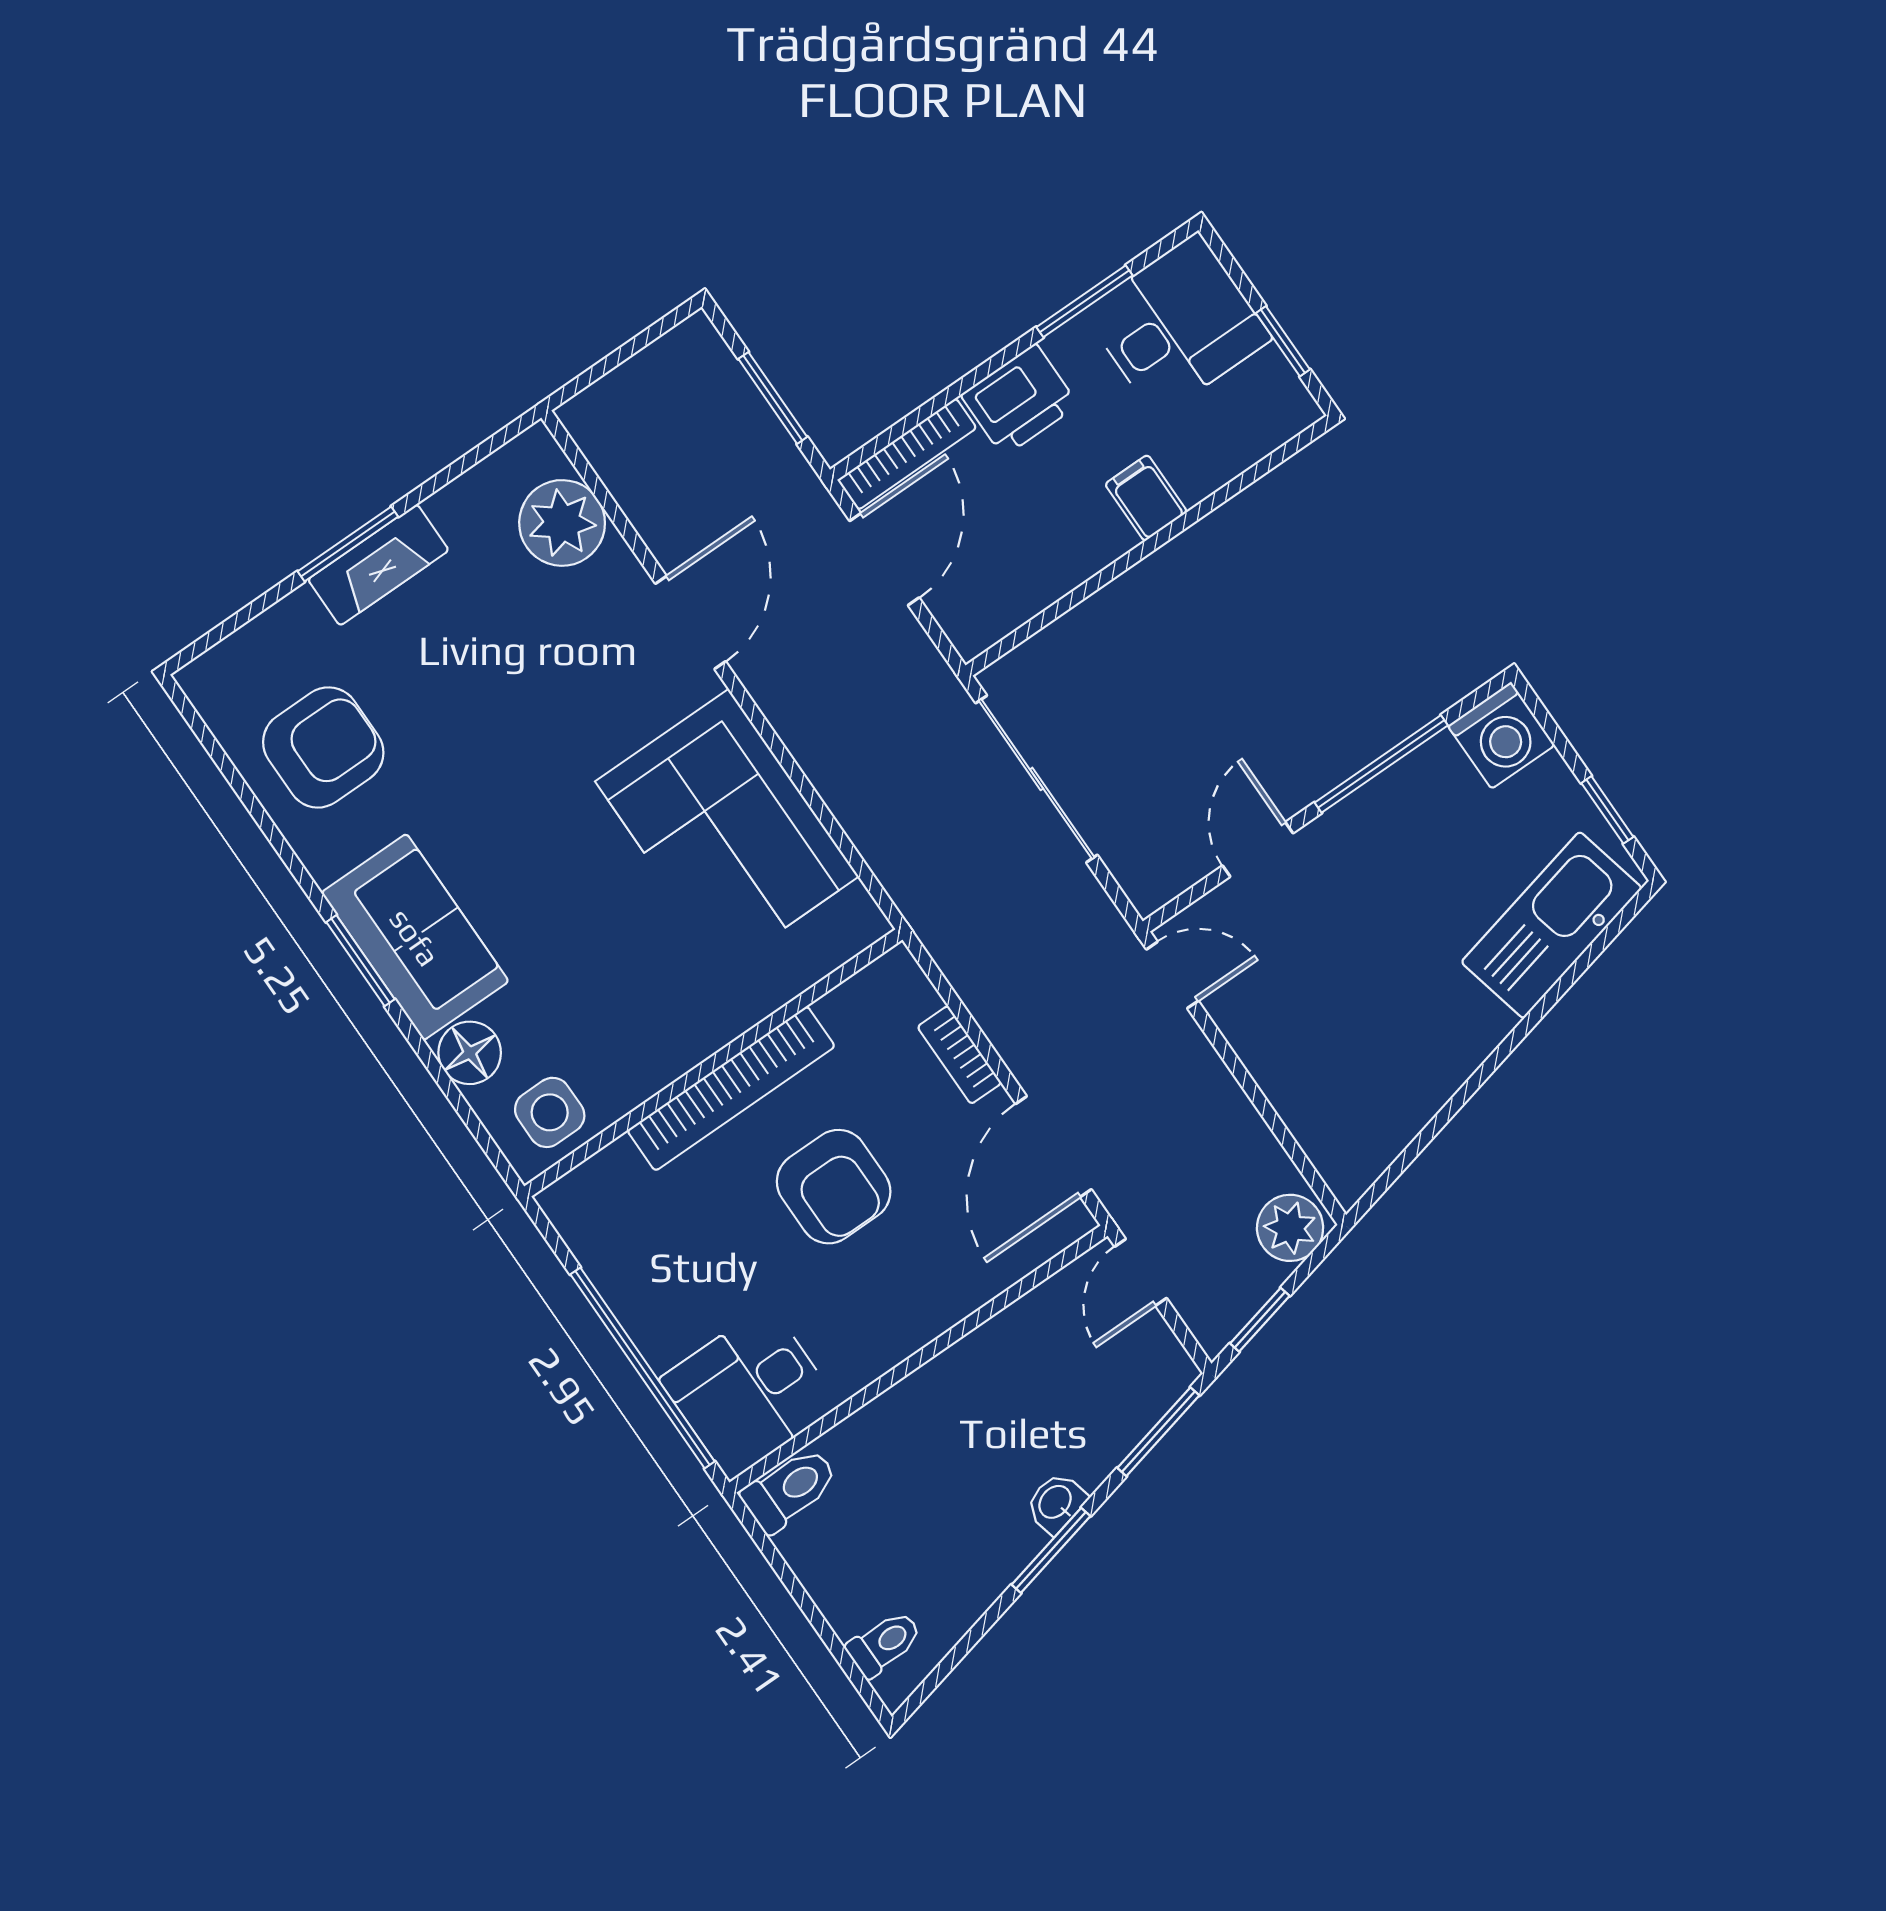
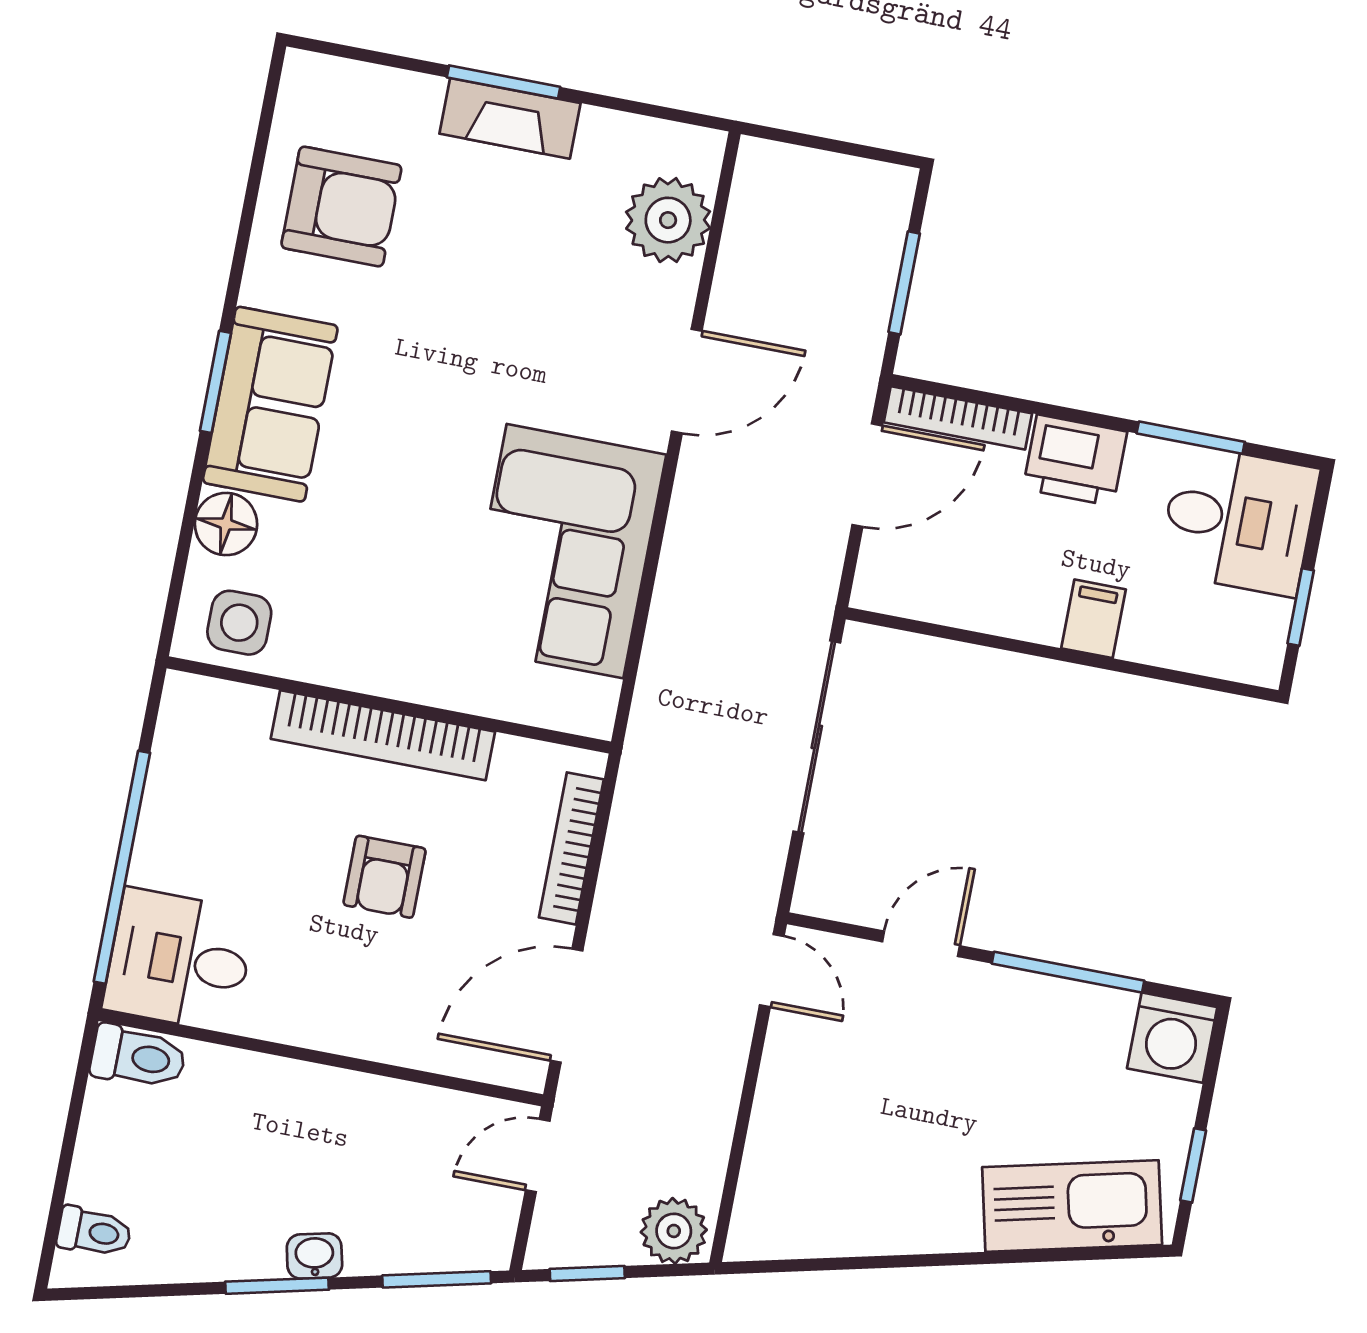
bookcase: (959, 1055) -> (571, 848), width x1.56
armchair: (834, 1187) -> (385, 877), width x0.72, depth x0.72

